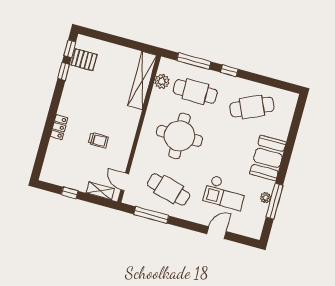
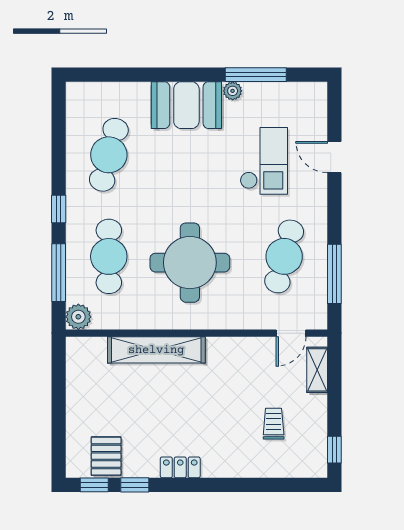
shelving: (142, 80) -> (156, 350), moved
plant: (162, 81) -> (78, 317), moved
cafe table: (252, 107) -> (109, 155), turned 39
locker: (59, 127) -> (180, 467), moved
trolley: (98, 140) -> (274, 424), moved
window: (70, 193) -> (334, 450), moved
plant: (266, 198) -> (233, 91), moved

